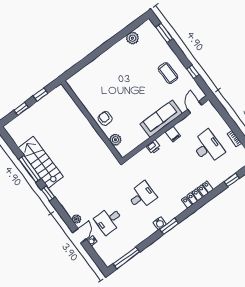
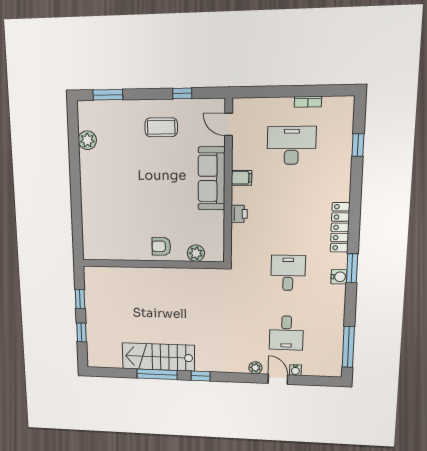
locker: (197, 195) -> (340, 227), moved

